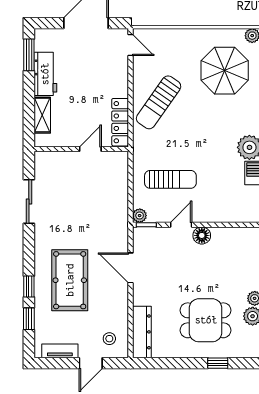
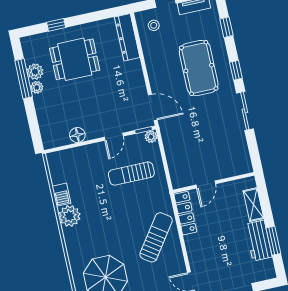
window: (29, 55) -> (273, 241), moved
sliding door: (29, 202) -> (245, 111), moved
floor lamp: (202, 235) -> (77, 135), moved
door: (130, 268) -> (153, 107), moved
window: (29, 286) -> (236, 70), moved

